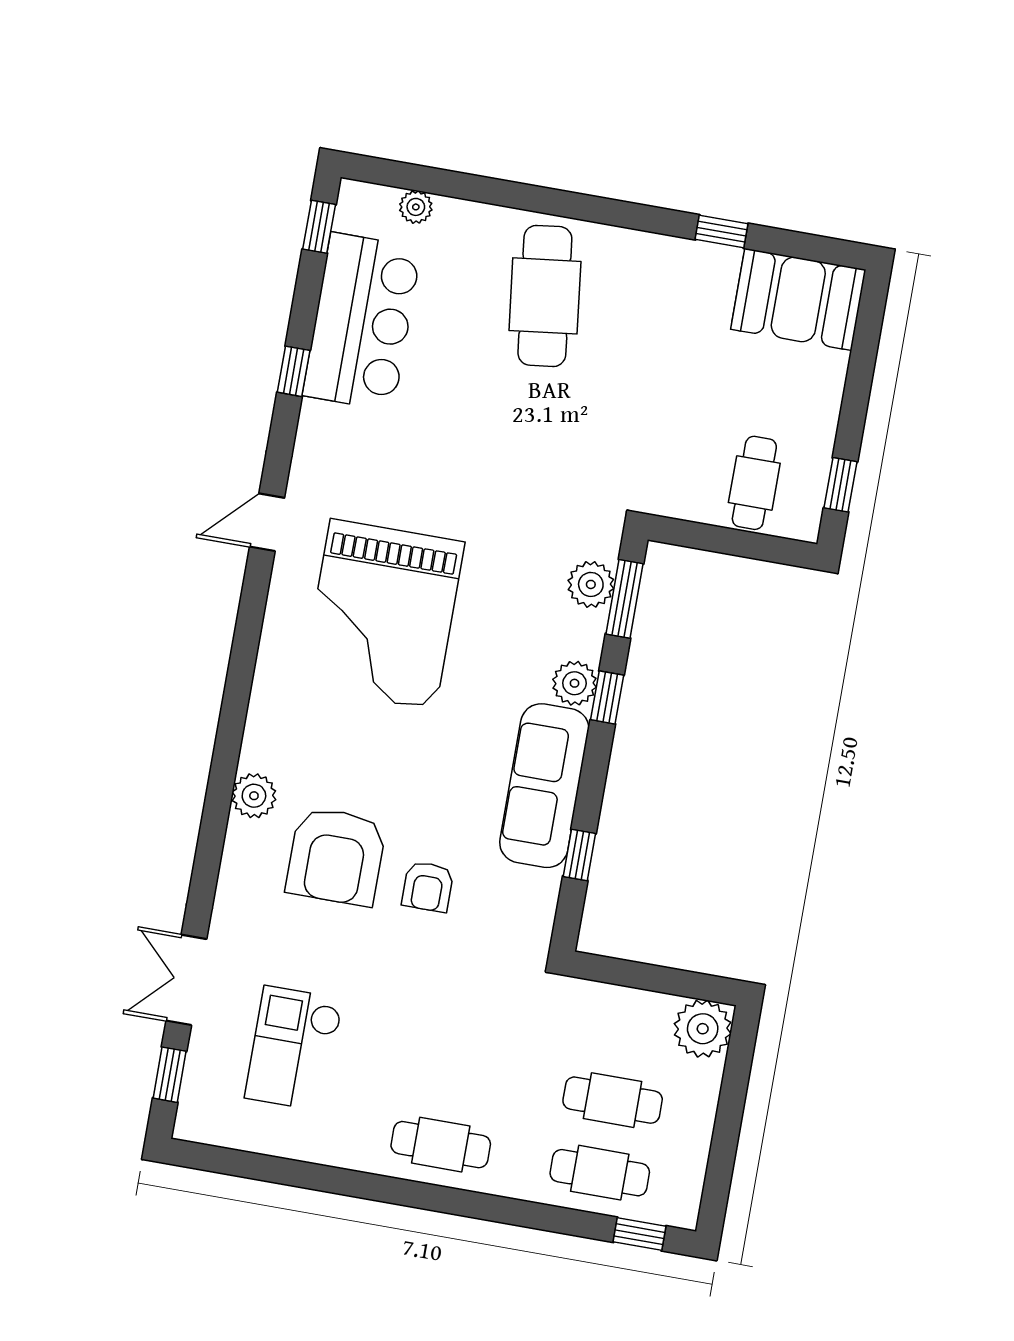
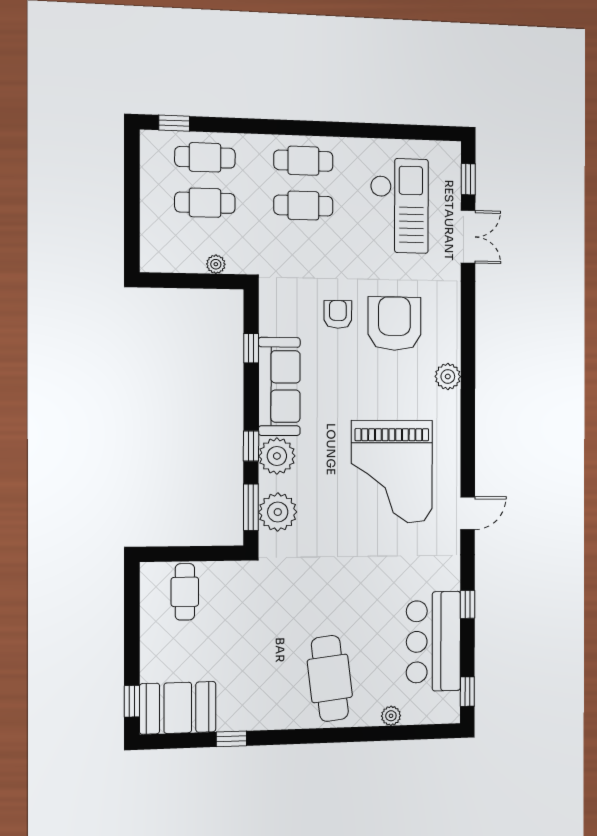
plant: (416, 207) -> (391, 716), moved
window: (840, 485) -> (132, 701), moved
plant: (591, 584) -> (278, 512), width x1.36, depth x1.36
grand piano: (383, 614) -> (392, 472), turned 180
plant: (574, 683) -> (277, 456), width x1.36, depth x1.36
plant: (254, 796) -> (448, 376), moved
plant: (703, 1029) -> (216, 264), moved, width x0.53, depth x0.53
checkout: (294, 1048) -> (399, 206), width x1.36, depth x1.21
cafe table: (454, 1072) -> (303, 206), added

